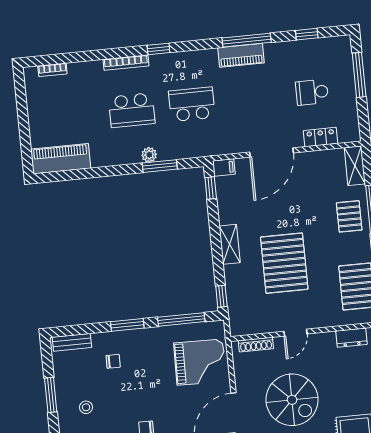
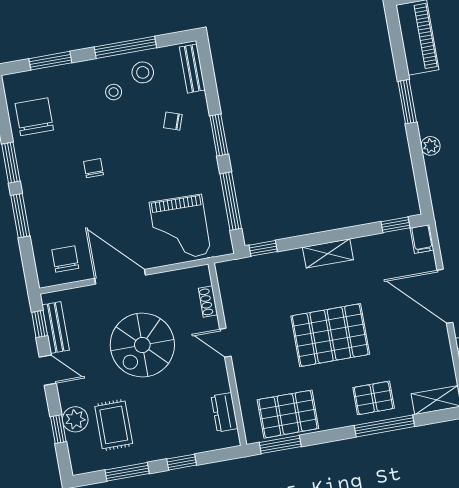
window: (160, 166) -> (407, 102), moved
pallet: (284, 263) -> (330, 335), moved
shoe rack: (256, 345) -> (208, 302), width x0.70
chair: (113, 361) -> (173, 121), turned 109
stool: (72, 383) -> (143, 72), added
window: (51, 395) -> (125, 47), width x1.44

